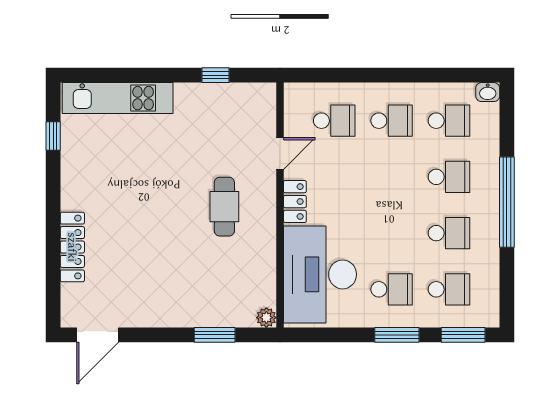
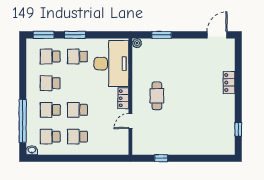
kitchen unit: (118, 98) -> (208, 147), removed
school desk: (334, 121) -> (77, 110), moved
window: (507, 202) -> (23, 121), moved
locker: (72, 247) -> (229, 83), width x0.66

